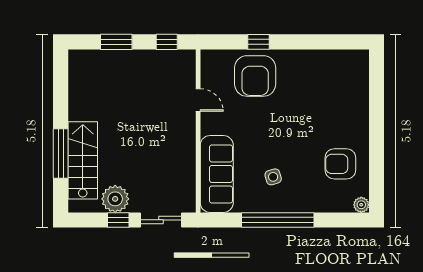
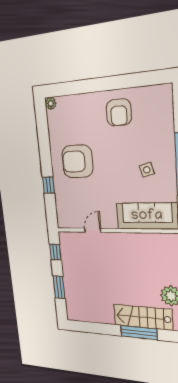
armchair: (255, 76) -> (77, 161), moved, turned 180
armchair: (340, 164) -> (119, 113), moved
plant: (361, 205) -> (51, 103), moved

